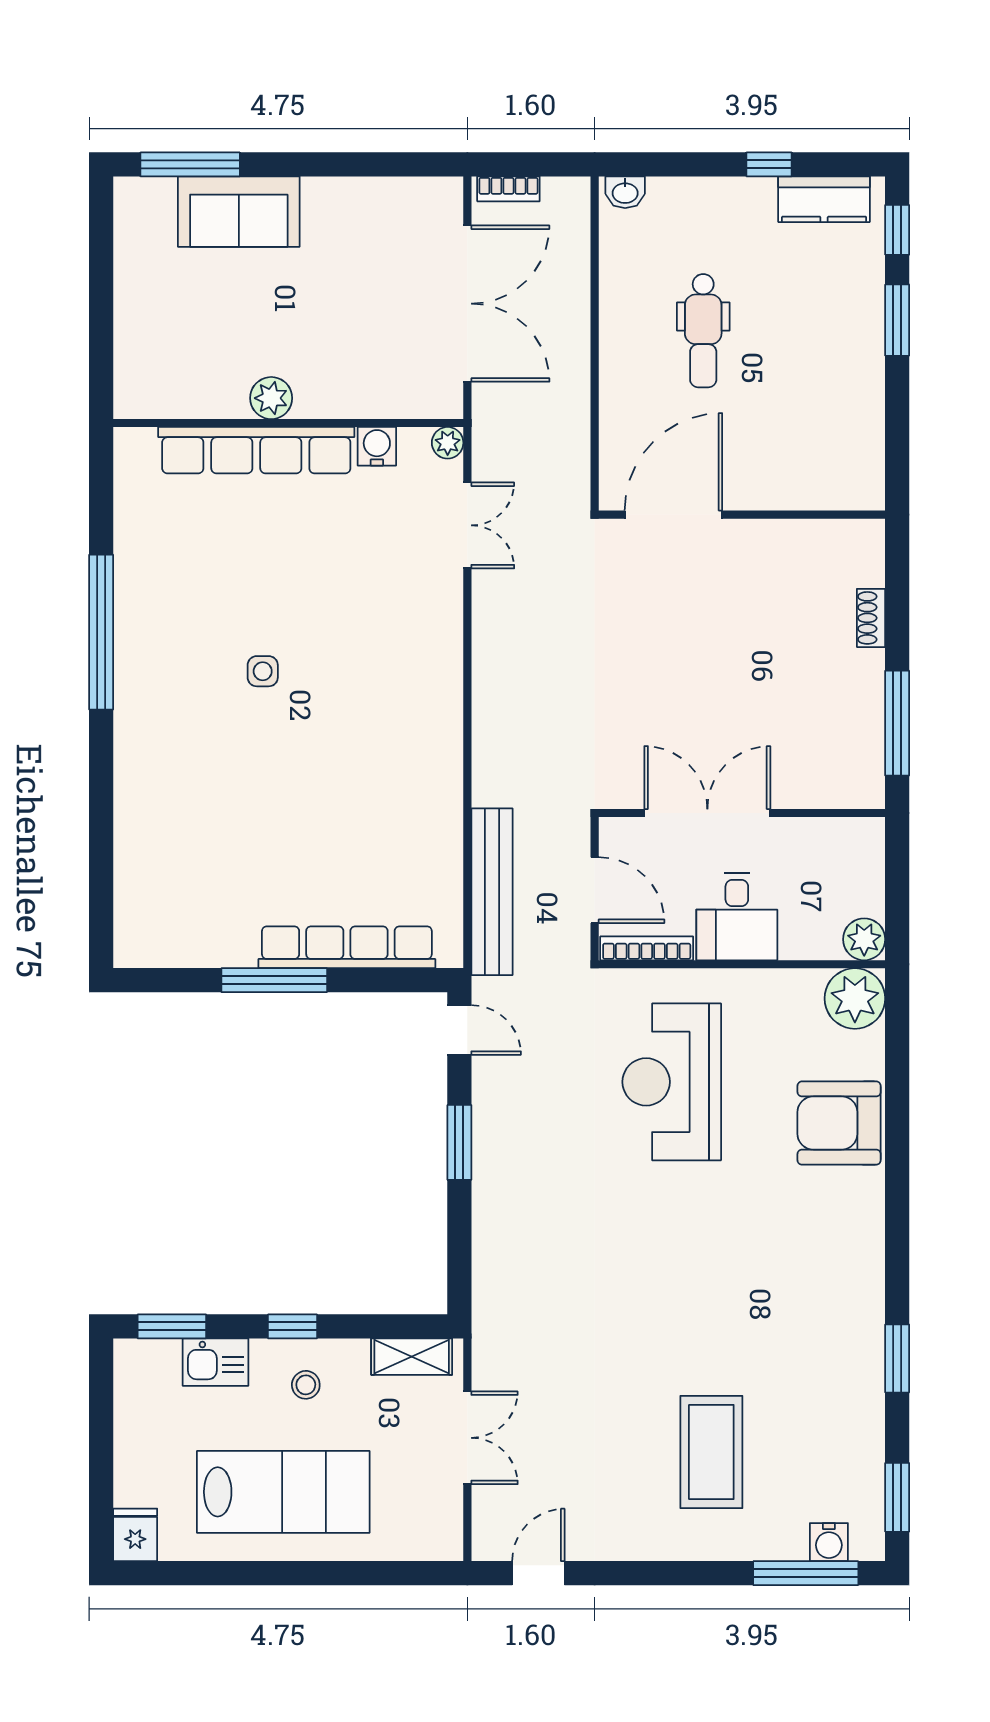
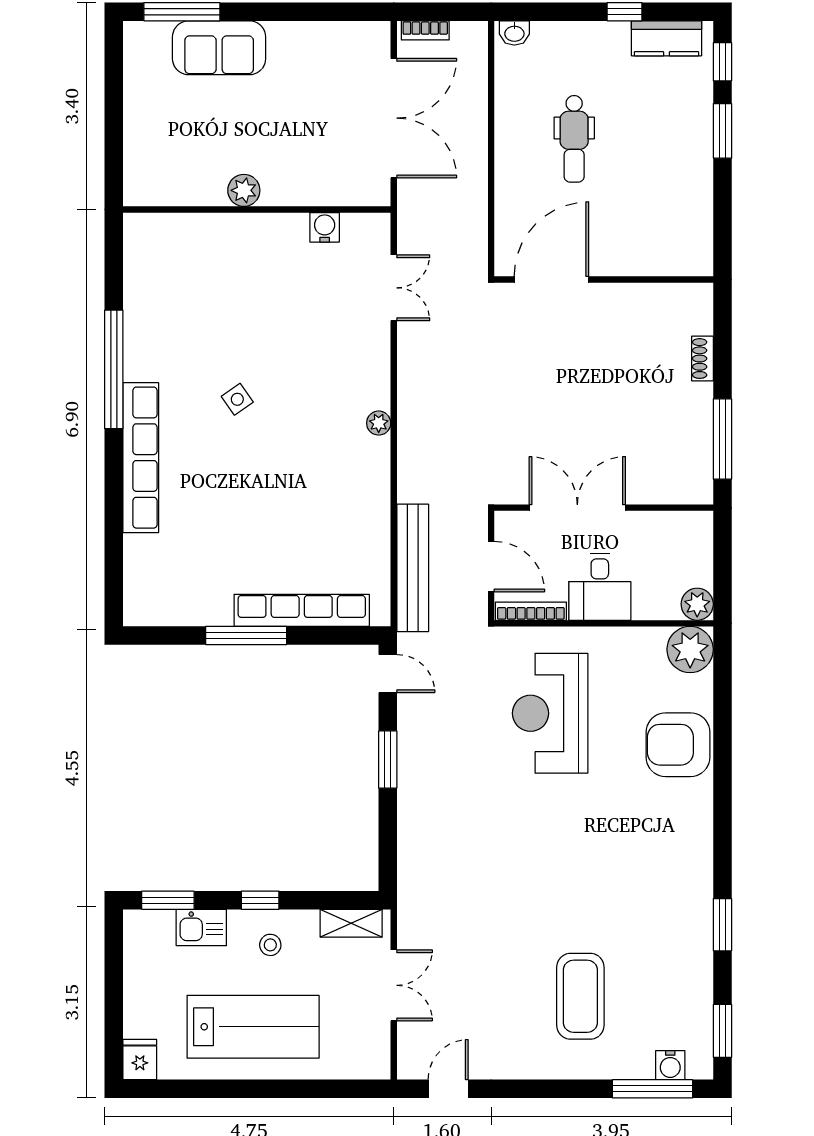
plant: (448, 443) -> (379, 423), moved
row of seats: (256, 450) -> (141, 458), moved, turned -90
side table: (263, 671) -> (237, 399), turned -35

